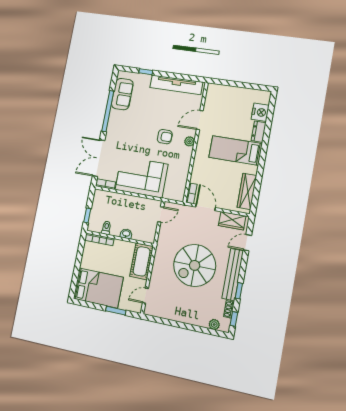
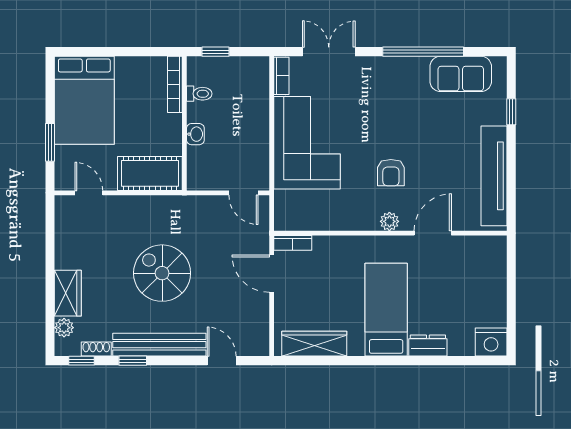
nightstand: (260, 112) -> (491, 342), moved
door: (200, 120) -> (433, 233), hinge flipped
double door: (99, 158) -> (329, 52), width x0.73
door: (206, 207) -> (272, 274), swing flipped
wardrobe: (232, 221) -> (68, 293), moved, turned 180
spiral stairs: (195, 265) -> (162, 273), width x0.73, depth x0.73

